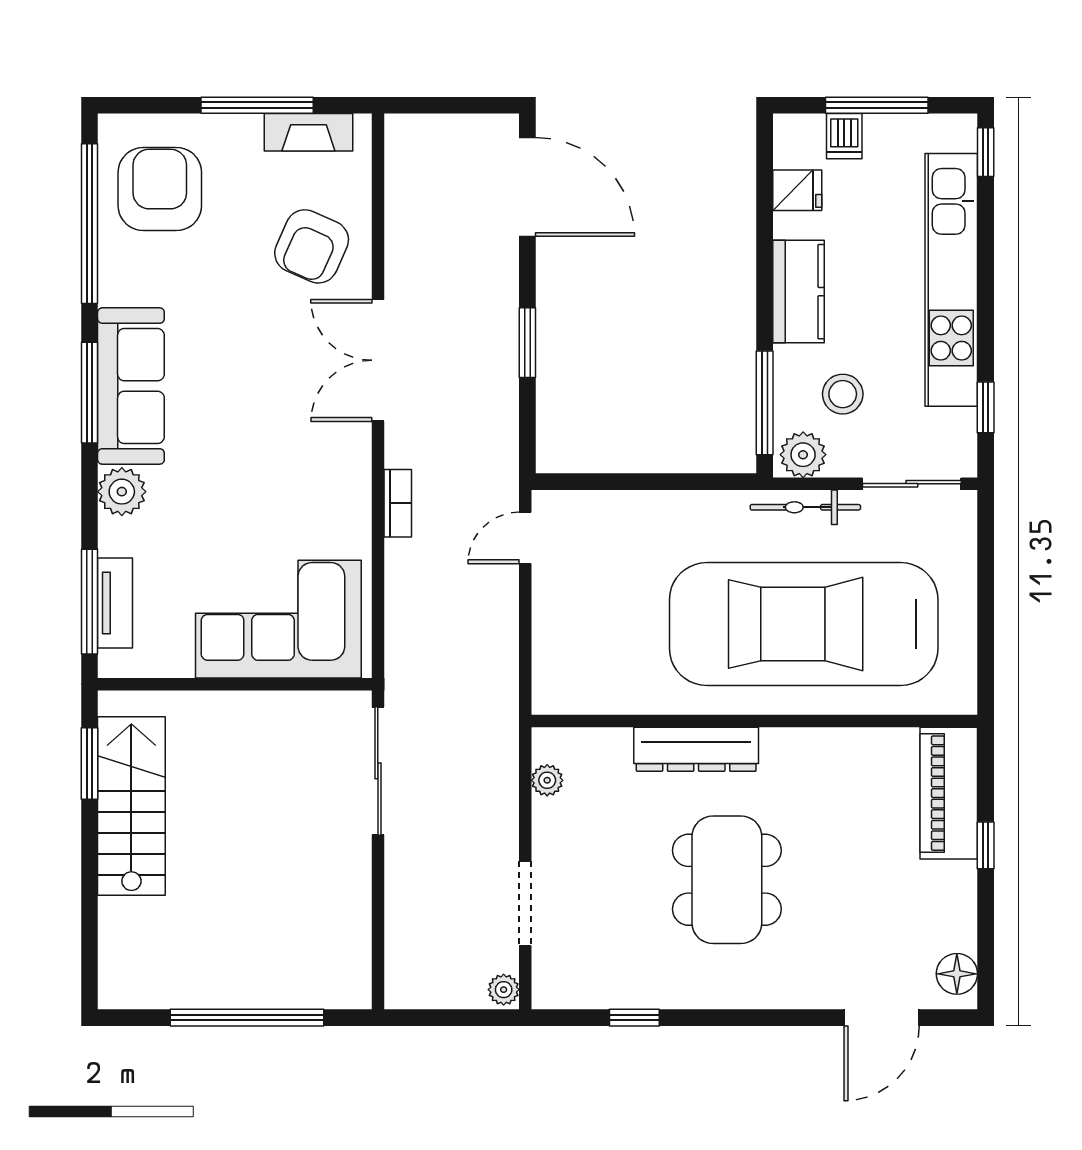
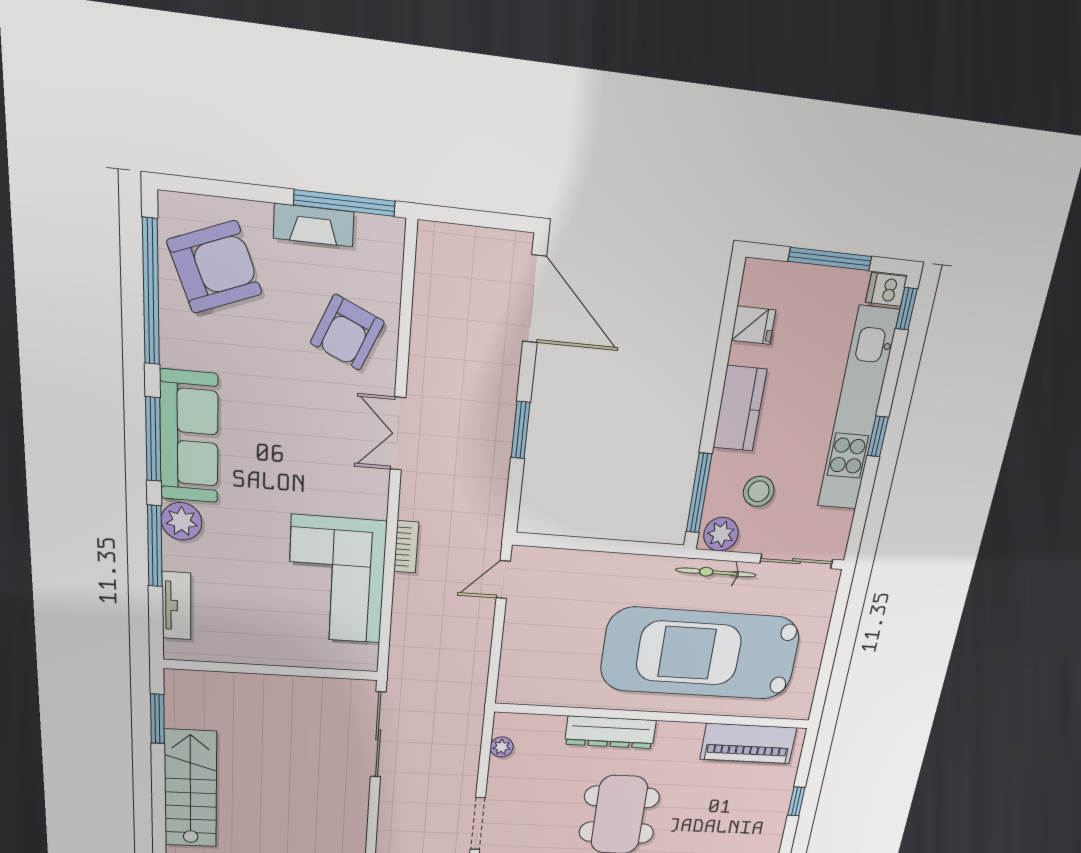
window: (257, 105) -> (344, 203), moved
fireplace: (308, 132) -> (314, 225), moved
dishwasher: (844, 136) -> (886, 289), moved, turned 90
armchair: (160, 189) -> (215, 267), turned 69
double door: (378, 360) -> (398, 434), width x0.73
window: (986, 407) -> (878, 436), moved
window: (90, 602) -> (155, 546), moved
corner sofa: (278, 619) -> (337, 580), moved, turned -90
piano: (949, 793) -> (748, 743), moved, turned -90
stairs: (131, 806) -> (191, 789), moved

